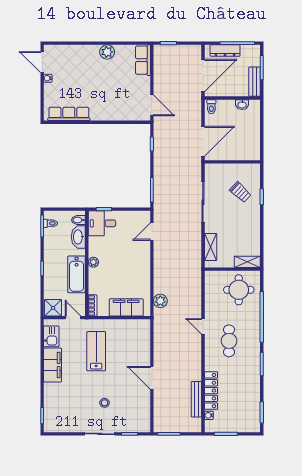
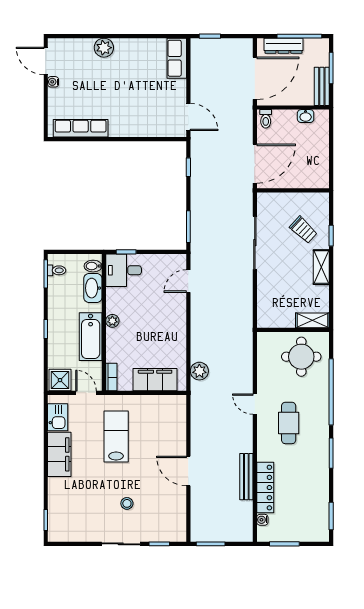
plant: (107, 52) -> (104, 48), moved
shelving: (211, 247) -> (321, 267), moved
bench: (196, 399) -> (246, 477), moved

